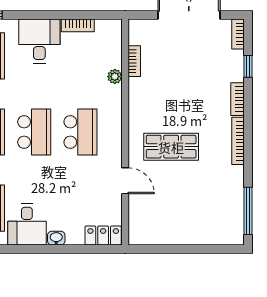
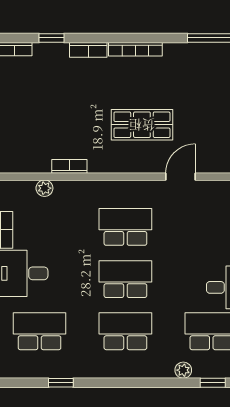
bookcase: (134, 61) -> (69, 166), moved
plant: (115, 77) -> (44, 188), moved
shop shelf: (171, 147) -> (142, 125), turned 90

